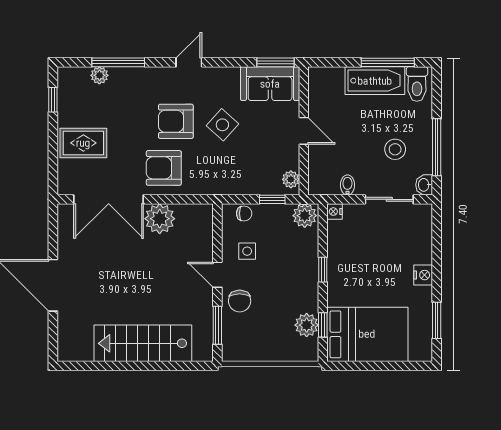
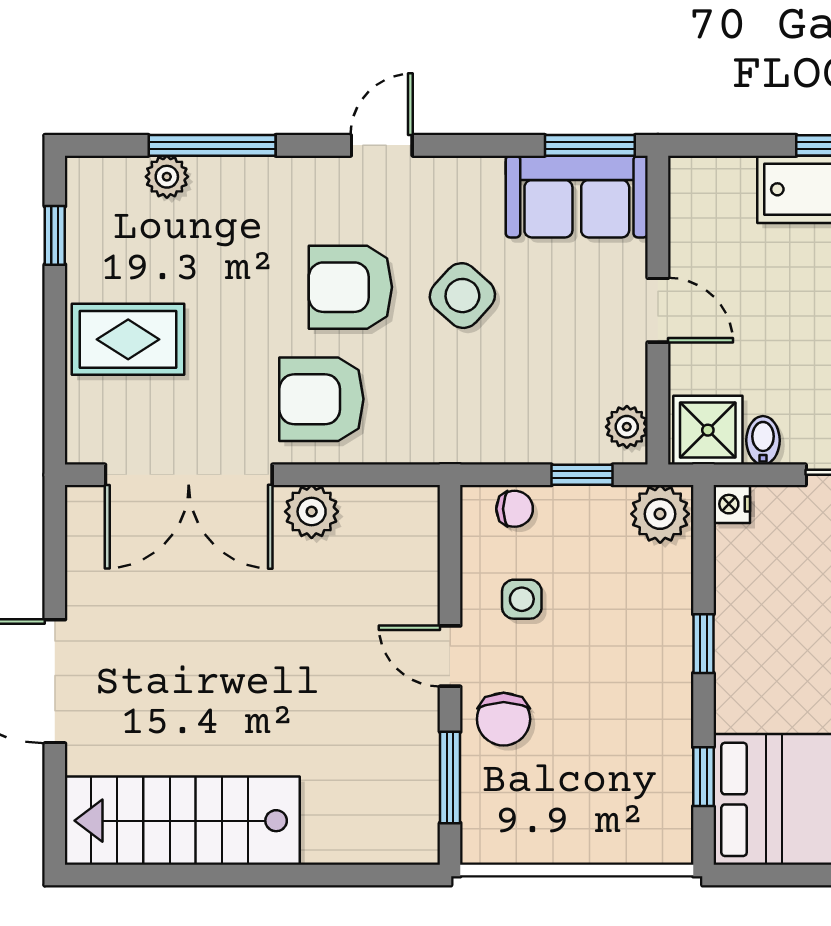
shower: (325, 181) -> (708, 430), added
plant: (160, 219) -> (312, 512), width x0.73, depth x0.73
plant: (307, 325) -> (665, 777), removed
stairs: (143, 343) -> (182, 821), moved

